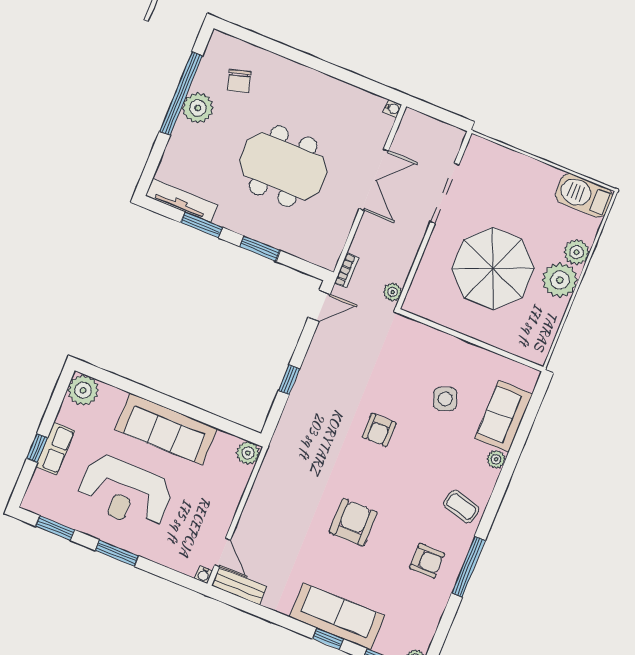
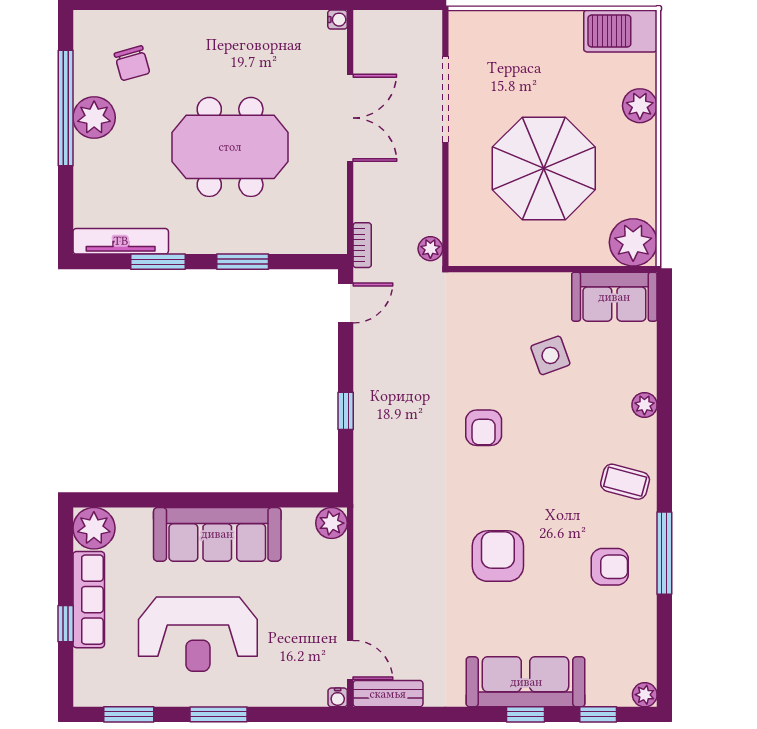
plant: (560, 280) -> (633, 242), moved
sofa: (504, 416) -> (614, 297), moved, turned -90
row of seats: (55, 449) -> (89, 600), width x1.48

